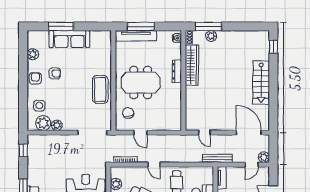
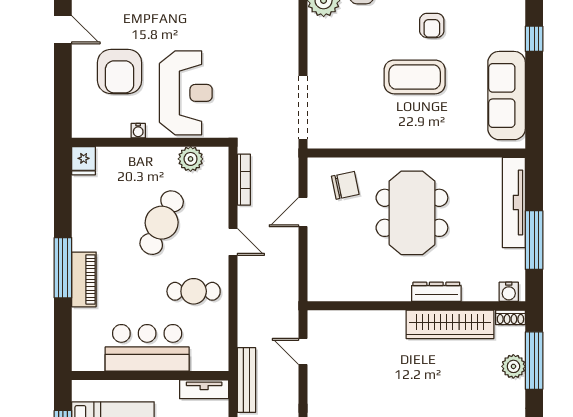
window: (61, 26) -> (534, 39), width x0.46
window: (141, 26) -> (534, 240), moved
sofa: (69, 39) -> (507, 96), moved
coffee table: (100, 89) -> (415, 77), moved
plant: (57, 125) -> (319, 30), removed
door: (204, 133) -> (303, 352), hinge flipped
door: (154, 165) -> (233, 242), swing flipped

